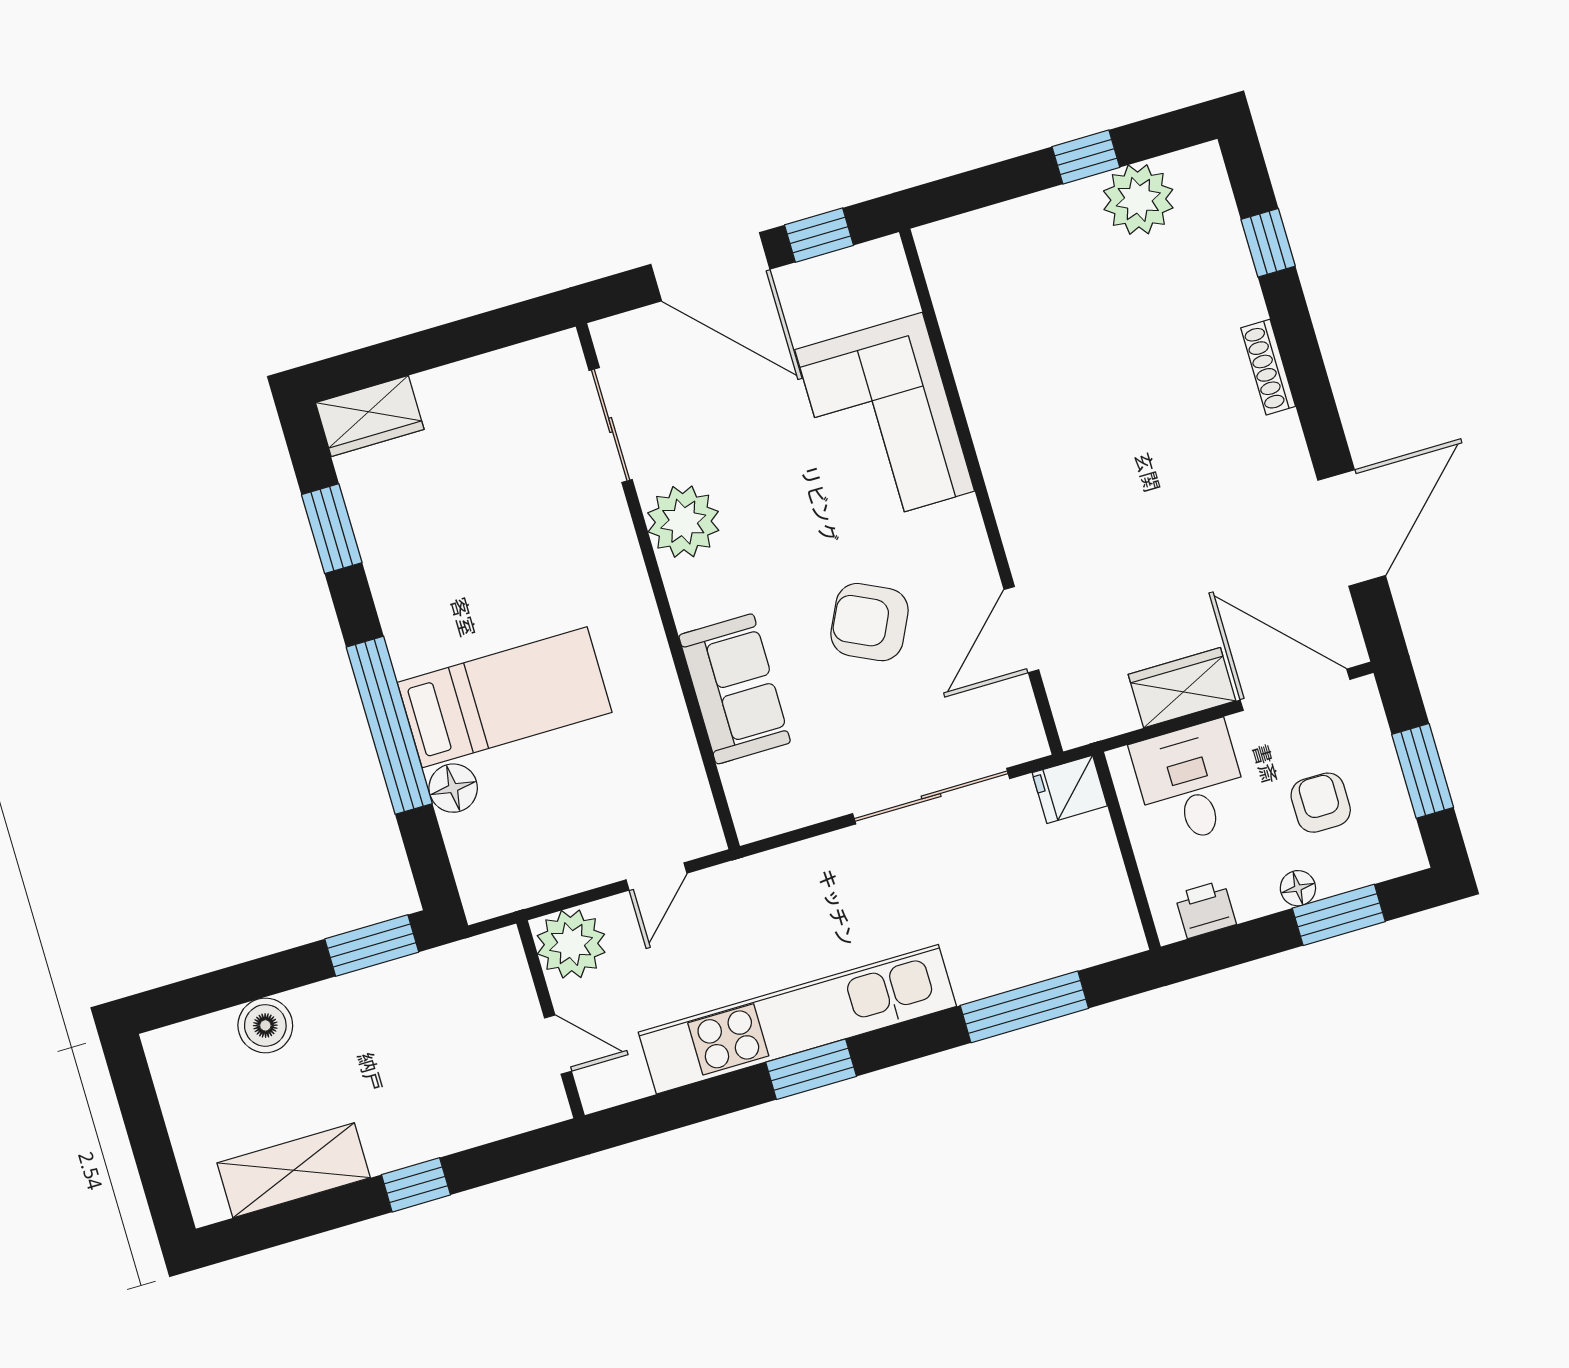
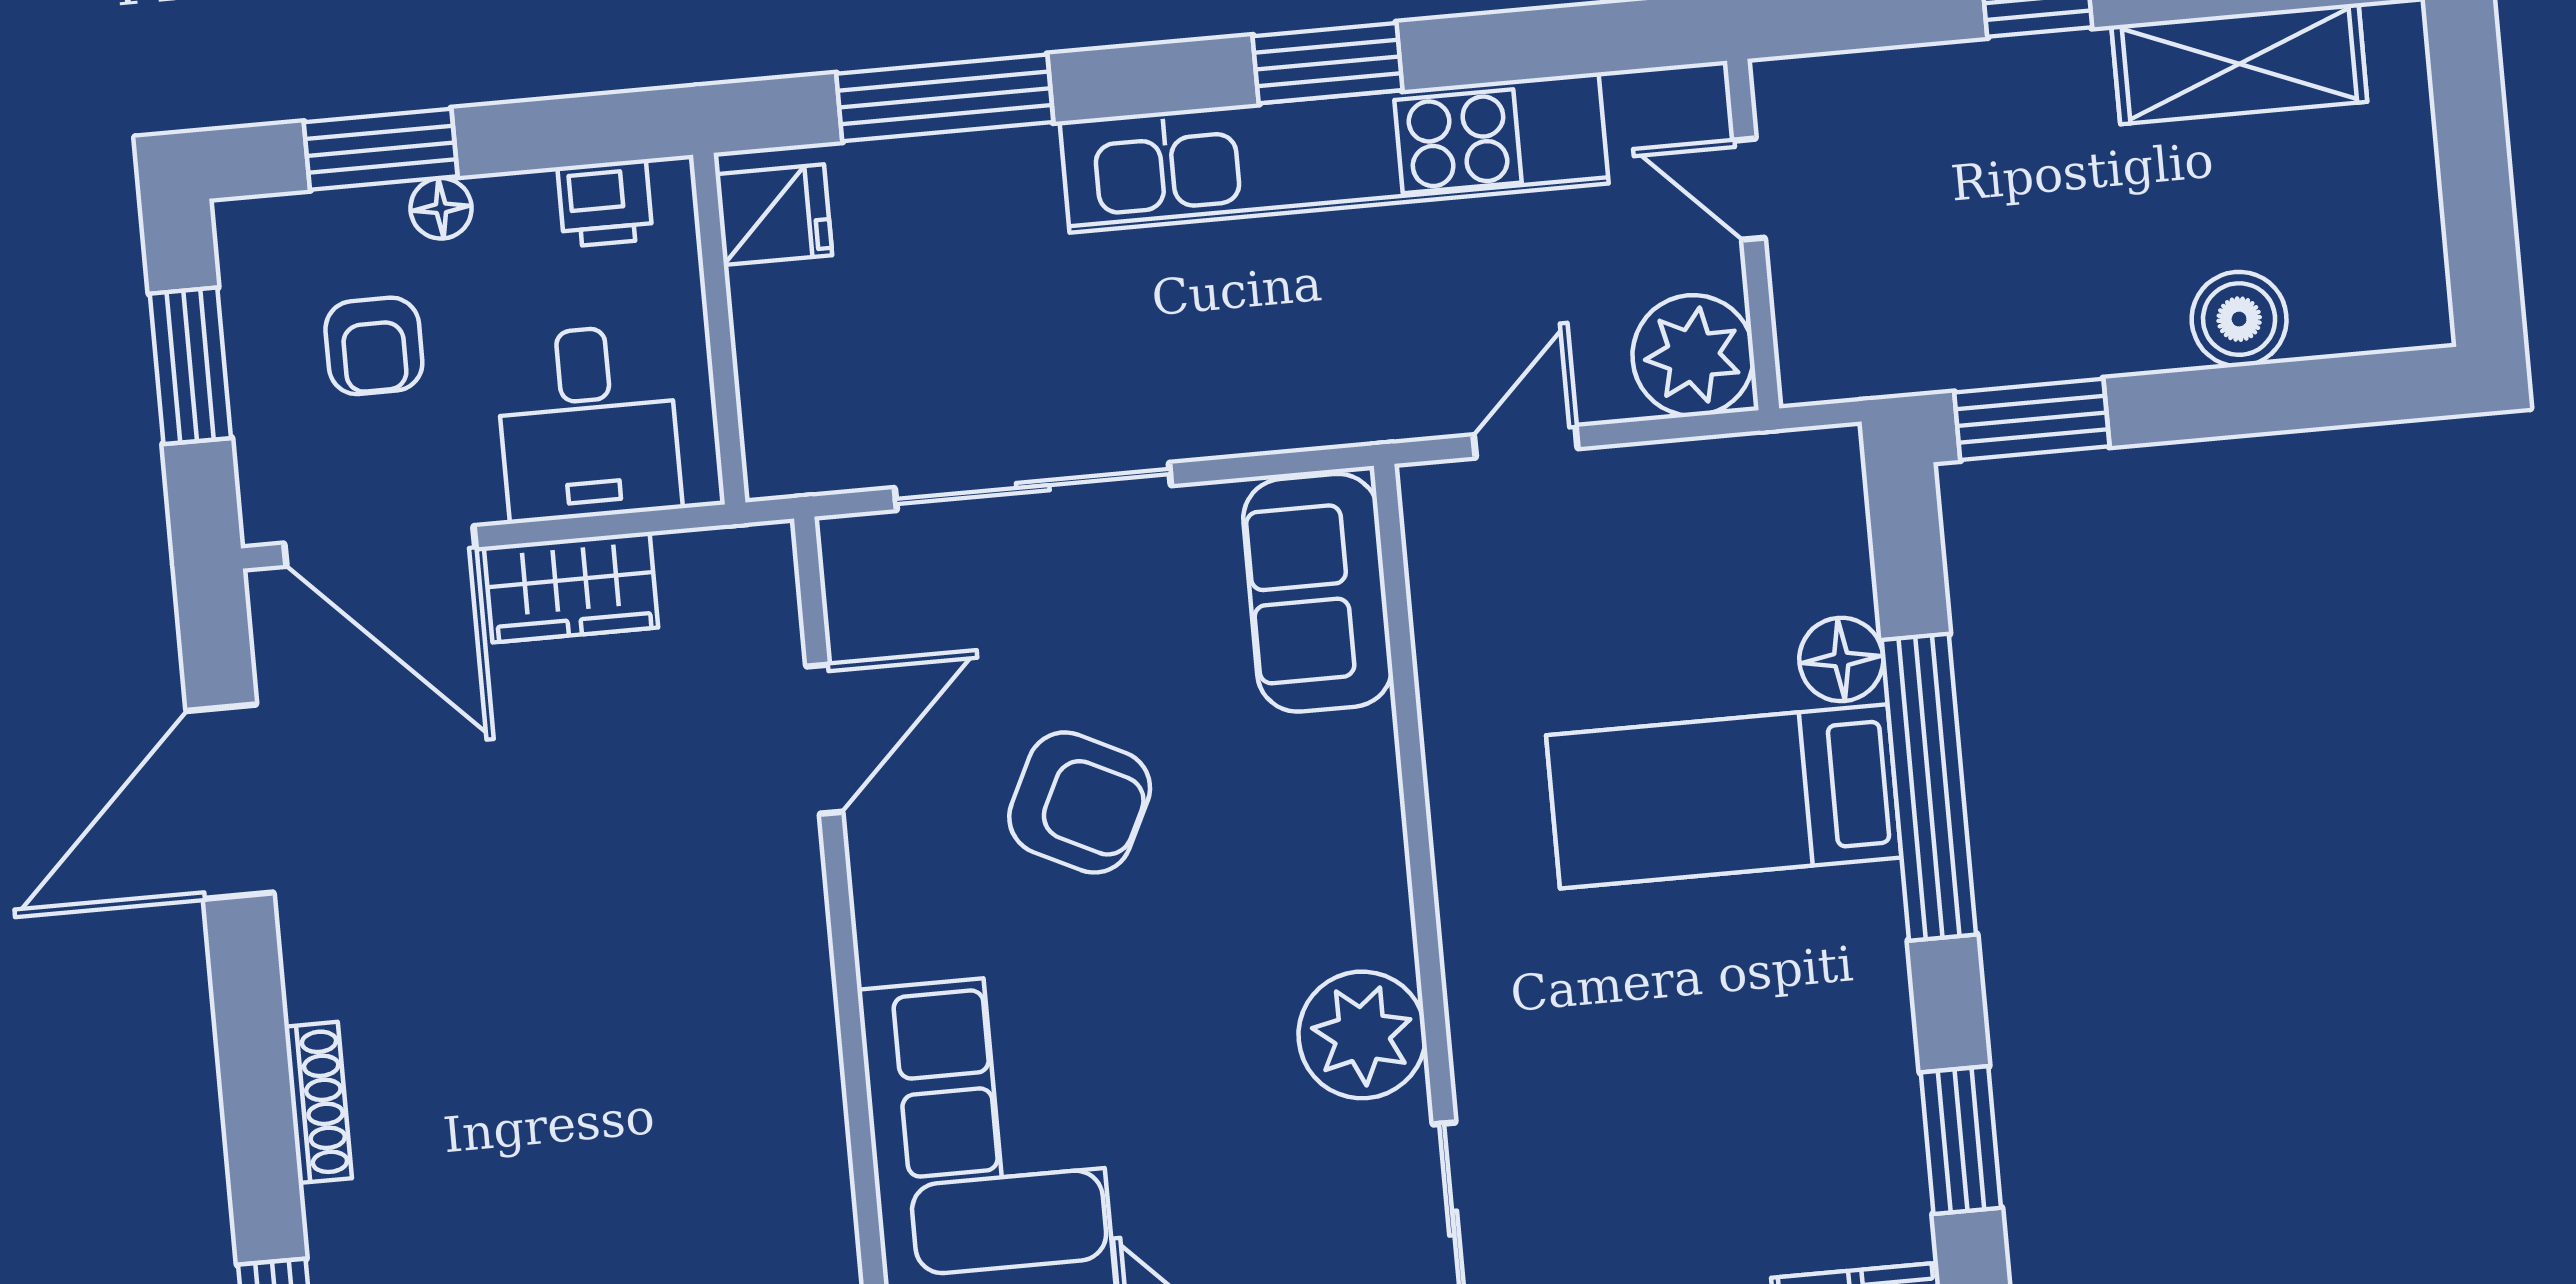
sofa: (735, 689) -> (1318, 593), moved
fridge: (1070, 789) -> (774, 215), moved

